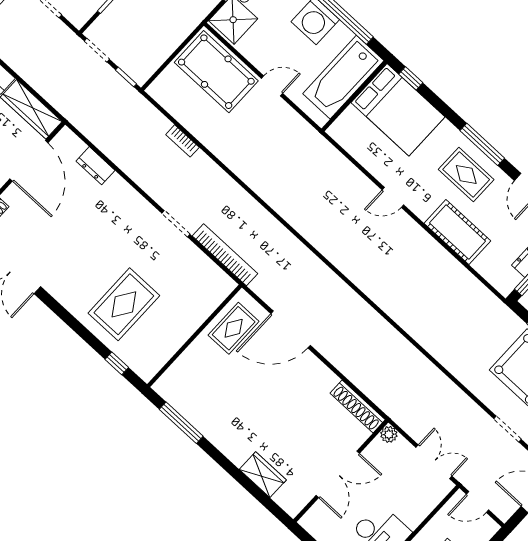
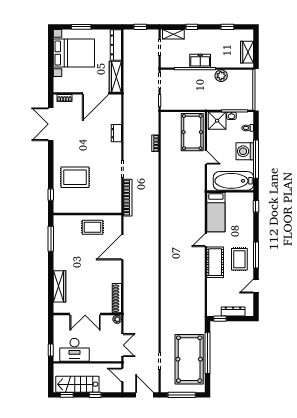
bed: (398, 110) -> (216, 212), moved, width x0.67
dresser: (95, 166) -> (116, 133), moved
door: (393, 197) -> (206, 240), hinge flipped
cot: (457, 232) -> (215, 262), moved
rug: (234, 328) -> (93, 227), moved
door: (291, 329) -> (122, 247), hinge flipped
wardrobe: (263, 475) -> (59, 286), width x1.50

